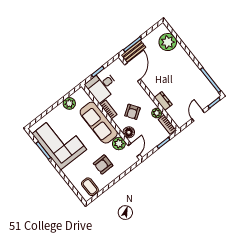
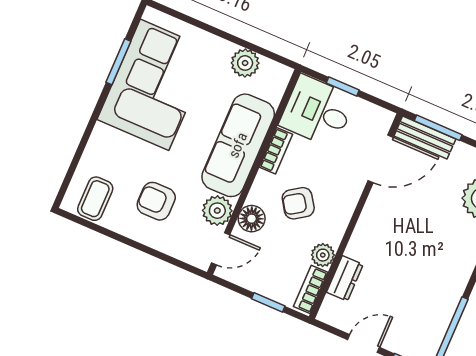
dresser: (163, 101) -> (345, 278), moved

